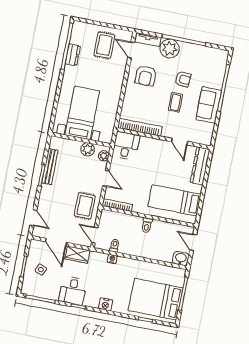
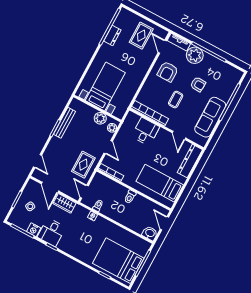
coffee table: (175, 102) -> (176, 100), moved
sofa: (209, 105) -> (210, 117), width x1.36
desk: (126, 146) -> (145, 132), moved
nightstand: (105, 304) -> (34, 230), moved

